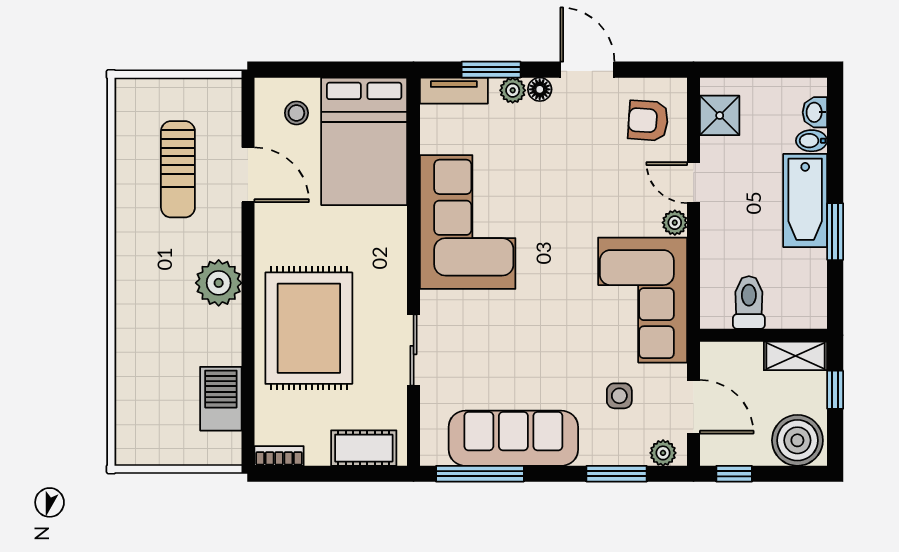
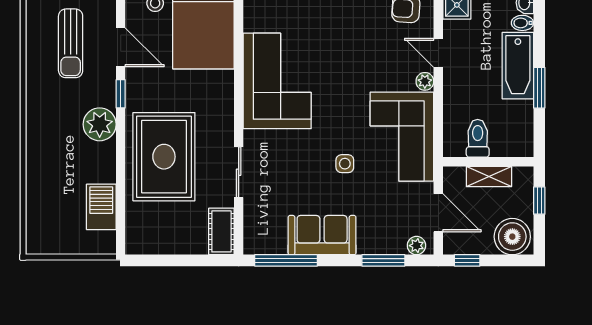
window: (248, 240) -> (121, 94), added
shelving: (795, 356) -> (489, 176), moved
side table: (619, 396) -> (345, 164), moved
sofa: (513, 438) -> (322, 235), width x0.73
cot: (364, 448) -> (221, 231), moved, turned 90
bookcase: (279, 456) -> (143, 248), removed

